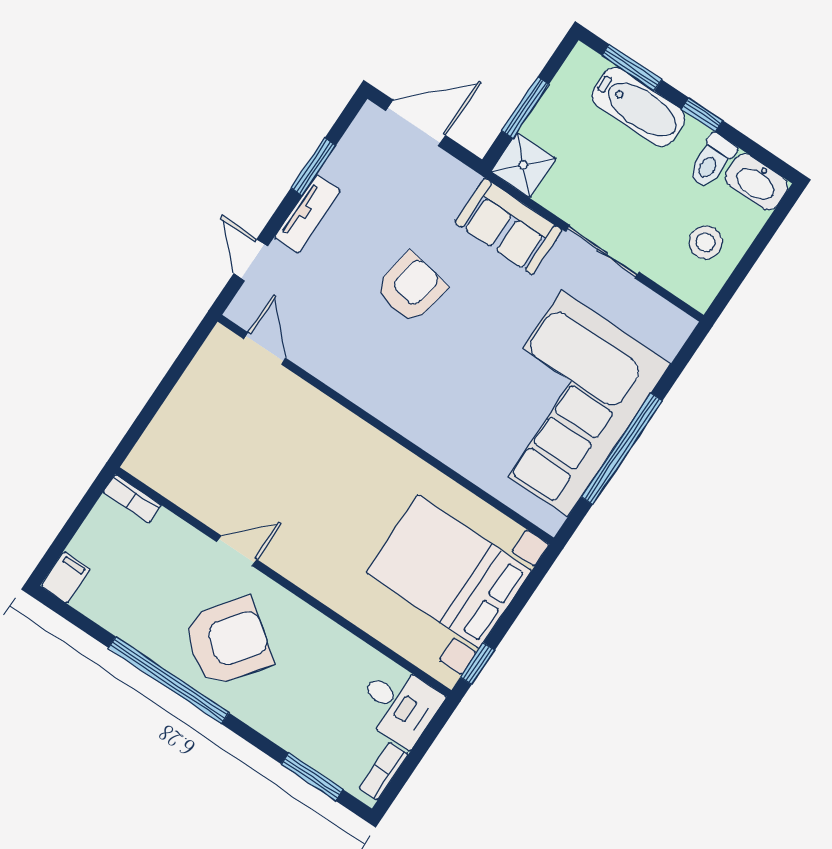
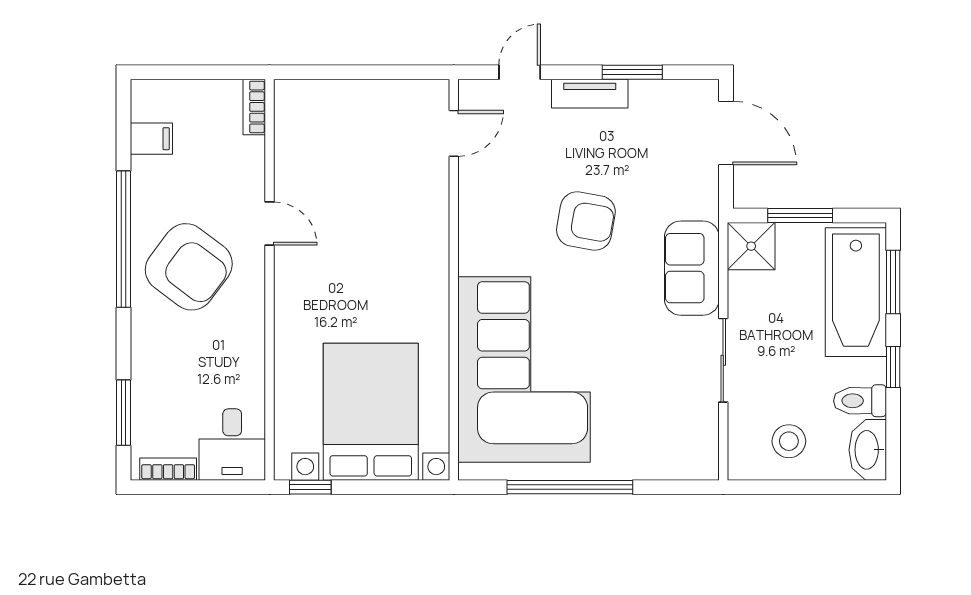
bathtub: (638, 107) -> (856, 292), width x1.36, depth x1.36
corner sofa: (565, 403) -> (524, 370), moved, turned 90
filing cabinet: (66, 578) -> (151, 139), moved

